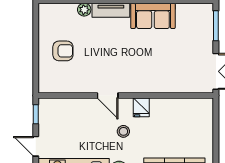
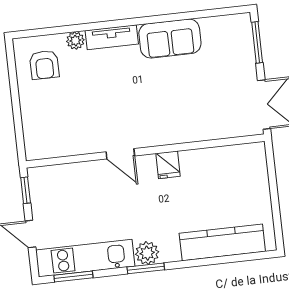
armchair: (63, 51) -> (44, 65), moved, turned 90
stool: (123, 131) -> (147, 200), removed

